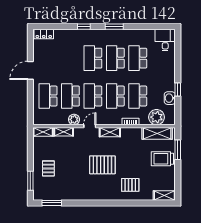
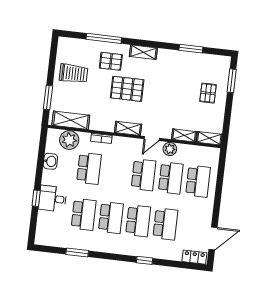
window: (114, 27) -> (77, 252), moved
desk: (165, 40) -> (53, 199), moved, turned 90
door: (30, 70) -> (213, 238), moved
window: (178, 90) -> (36, 198), moved
school desk: (115, 96) -> (165, 224), moved
trolley: (162, 159) -> (73, 73), moved
pallet: (102, 165) -> (127, 89), moved
shelving: (164, 195) -> (143, 52), moved
window: (52, 203) -> (191, 49), moved
window: (138, 203) -> (104, 38), added

